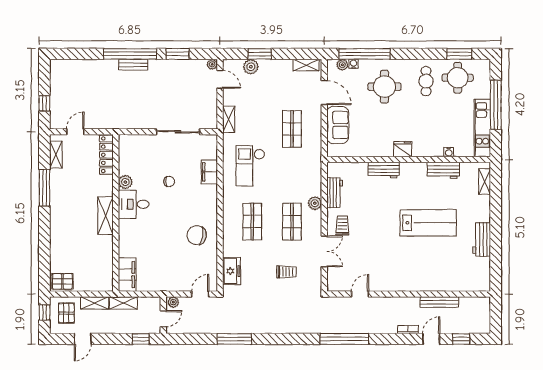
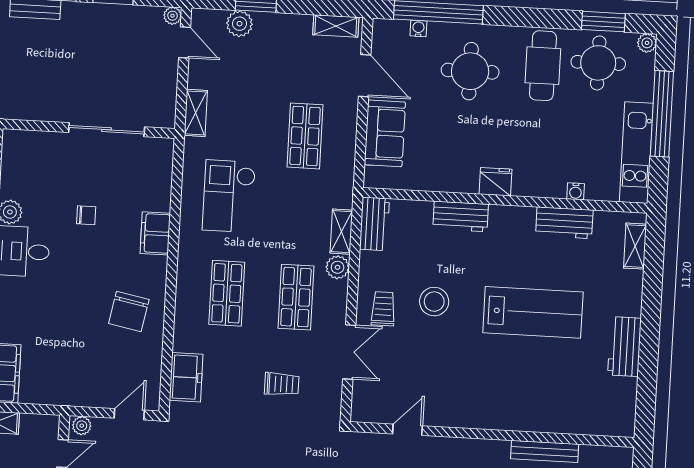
plant: (342, 65) -> (647, 43), moved
cafe table: (426, 81) -> (543, 66), width x1.37, depth x1.35
filing cabinet: (209, 172) -> (155, 233), moved
shelving: (316, 183) -> (341, 232), added
workbench: (335, 193) -> (375, 224), moved
stool: (371, 220) -> (434, 302), added
chair: (197, 235) -> (129, 311), turned -89

